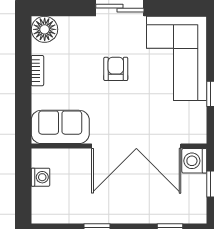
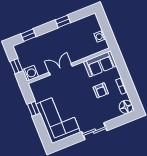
armchair: (116, 69) -> (101, 90), moved
double door: (136, 146) -> (61, 69), width x0.54

